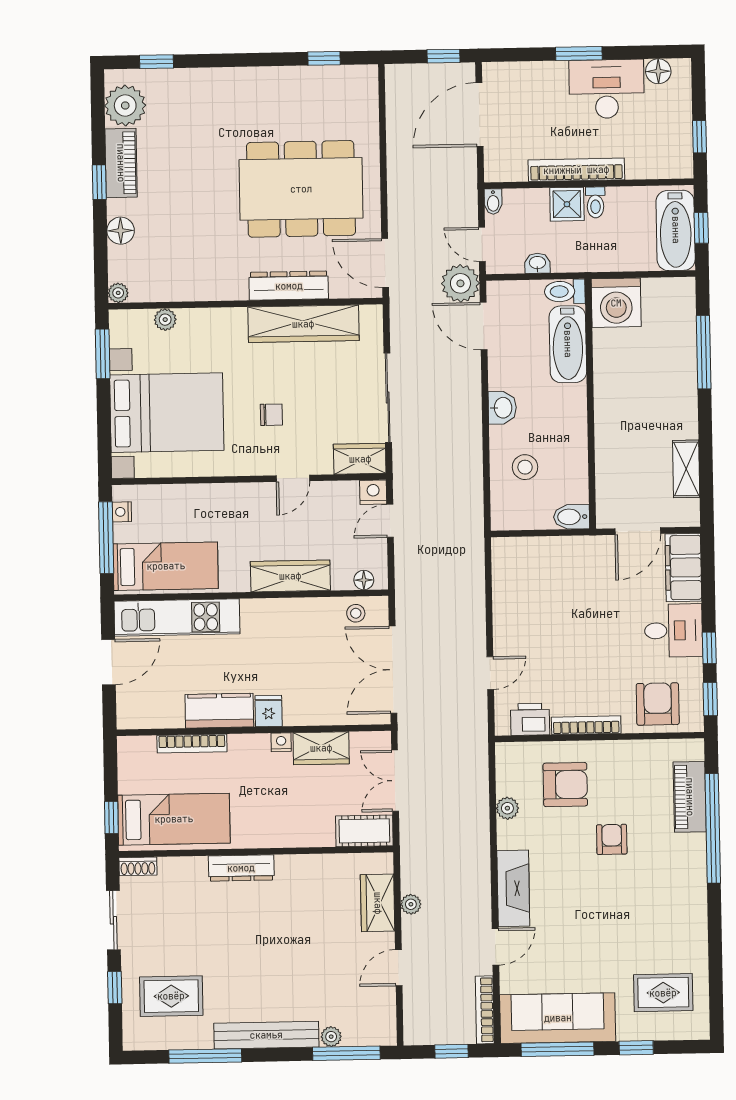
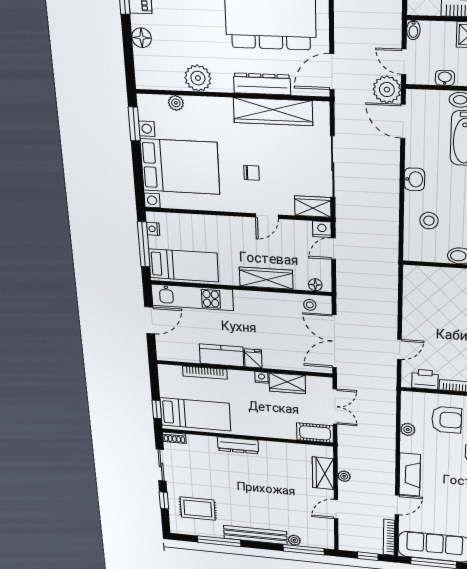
door: (385, 263) -> (332, 72), hinge flipped
plant: (118, 293) -> (198, 78), moved, width x1.88, depth x1.88
double door: (395, 781) -> (335, 407), swing flipped

